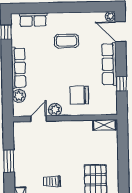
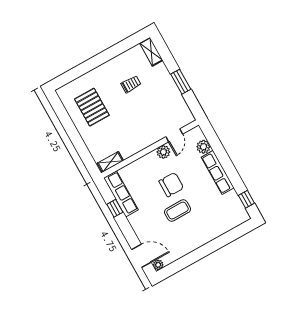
row of seats: (33, 20) -> (228, 224), removed
coffee table: (67, 41) -> (178, 211), moved
row of seats: (109, 64) -> (121, 194), moved
chair: (79, 95) -> (171, 185), moved

